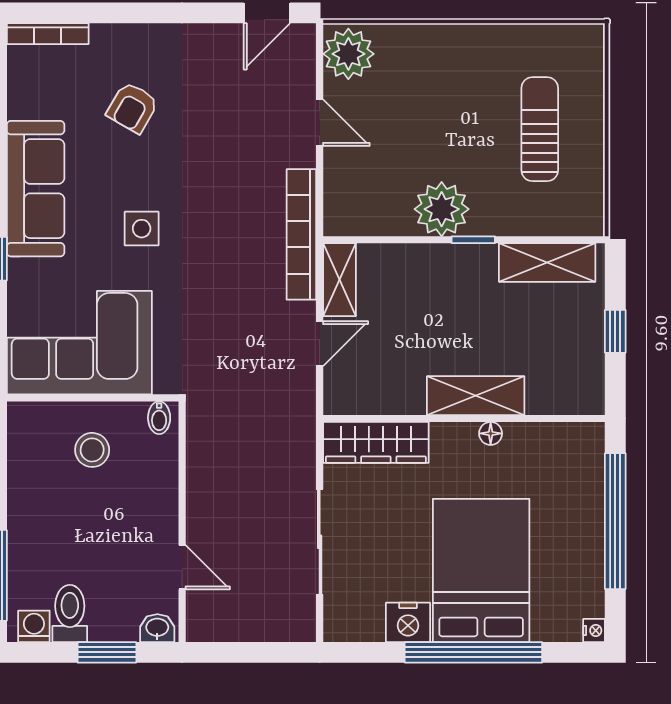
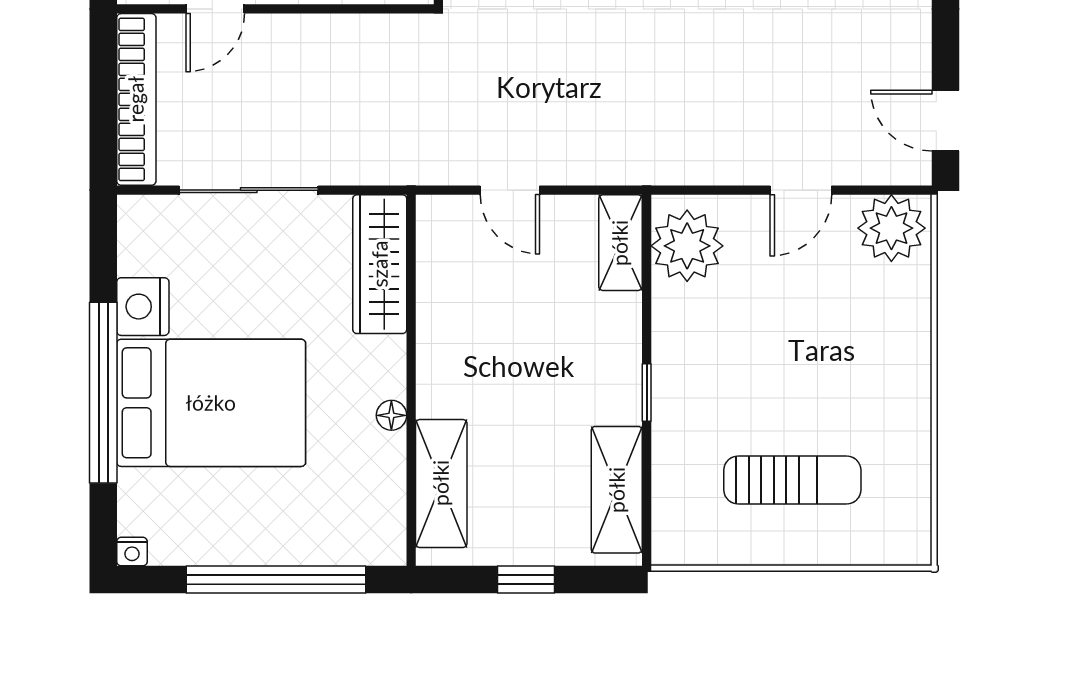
plant: (442, 209) -> (687, 246), moved
bookcase: (301, 234) -> (136, 99), moved, turned 90
shelving: (339, 280) -> (620, 243), moved, turned 90
shelving: (476, 396) -> (441, 483), moved

